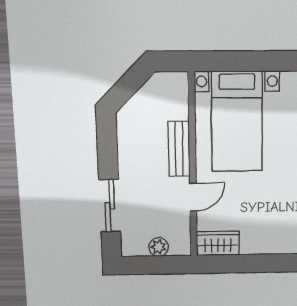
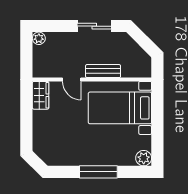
sliding door: (110, 206) -> (94, 26), moved
plant: (159, 247) -> (39, 38), moved

